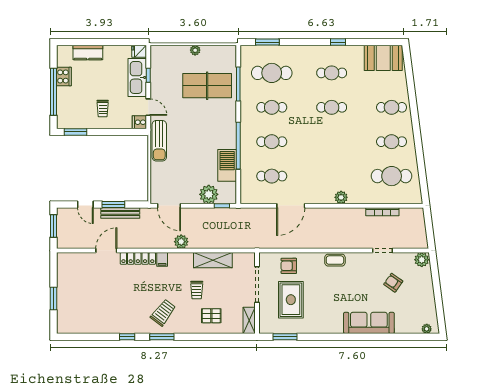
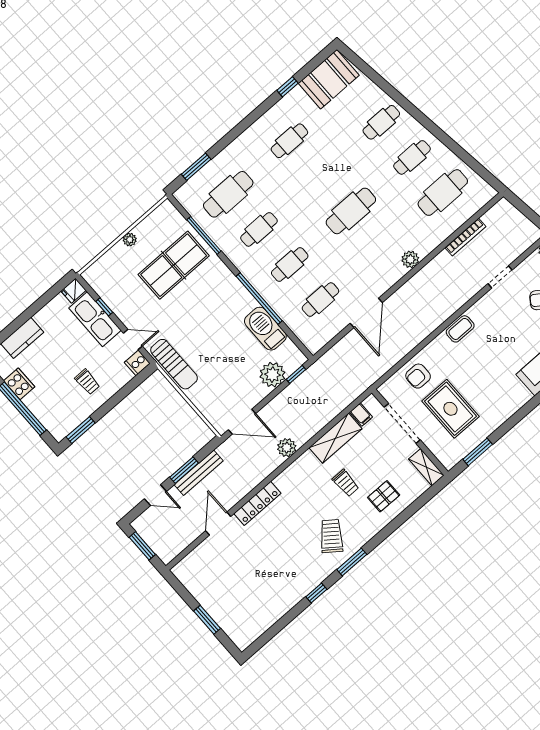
window: (338, 42) -> (288, 87), moved
cafe table: (332, 107) -> (351, 211), moved, width x1.37, depth x1.35
filing cabinet: (162, 259) -> (361, 415), moved

